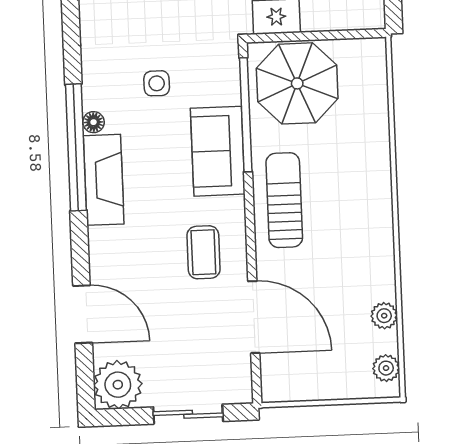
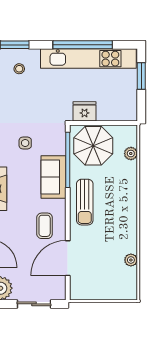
sun lounger: (284, 200) -> (85, 202), turned 180
door: (254, 317) -> (68, 258), swing flipped
plant: (386, 368) -> (131, 154), moved

